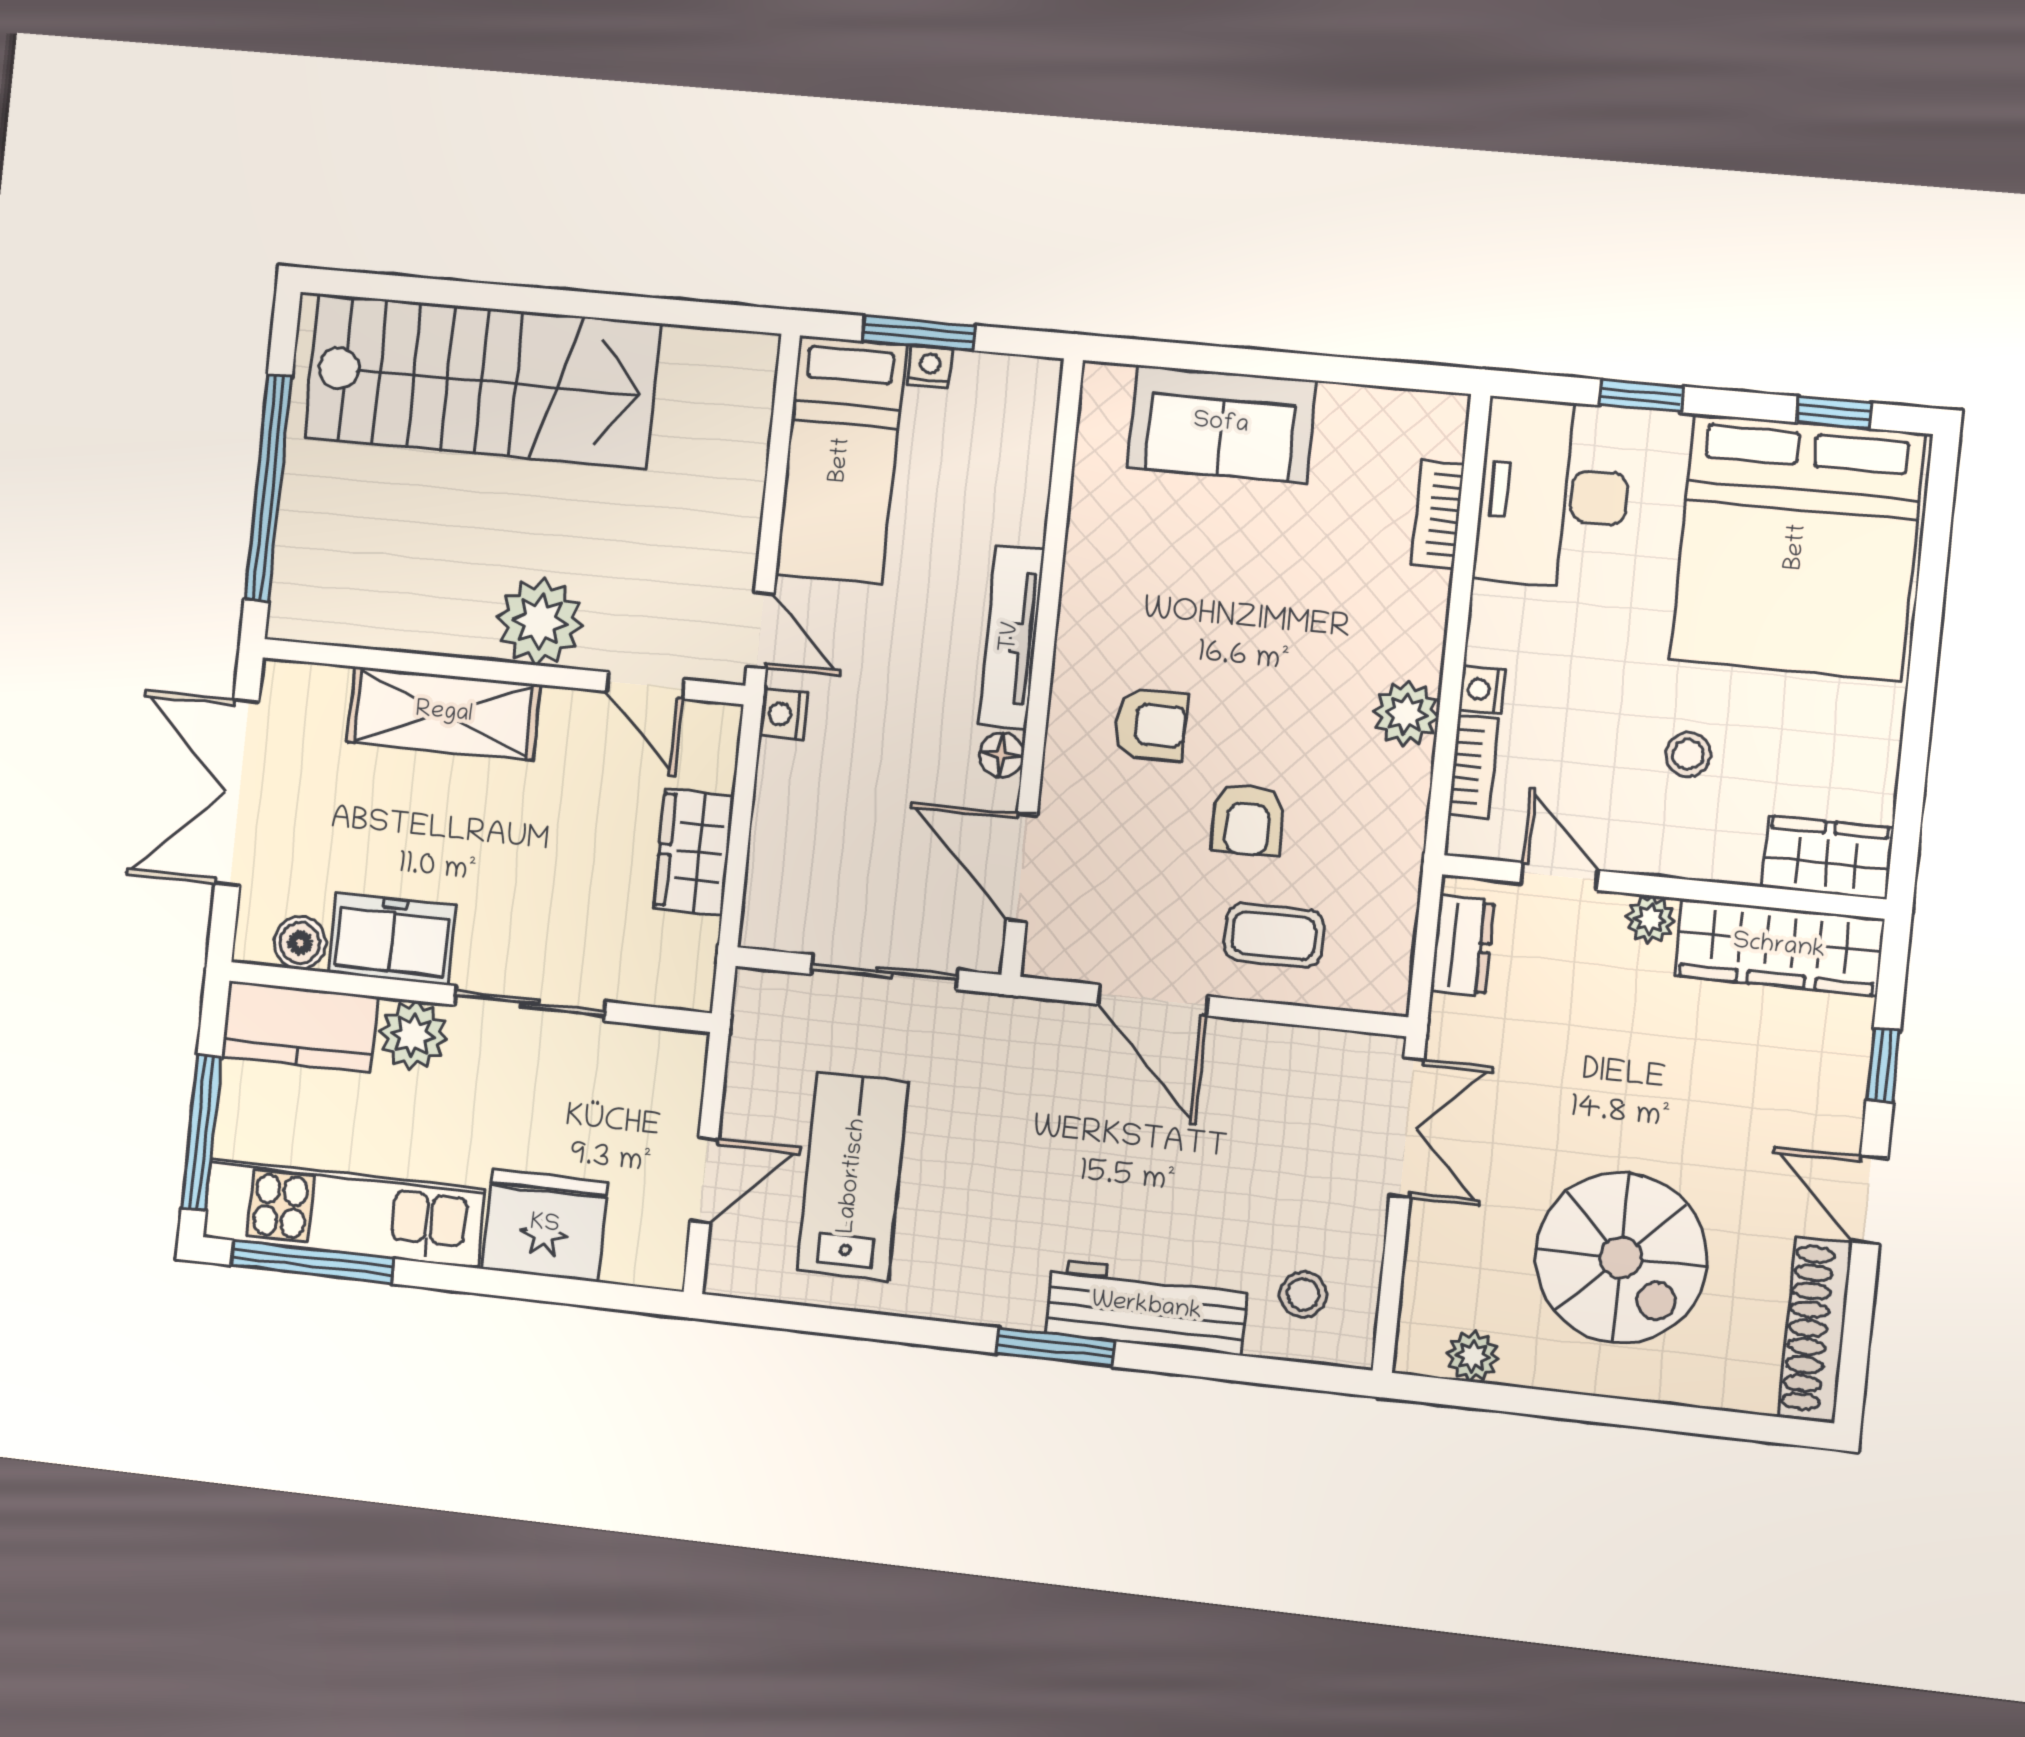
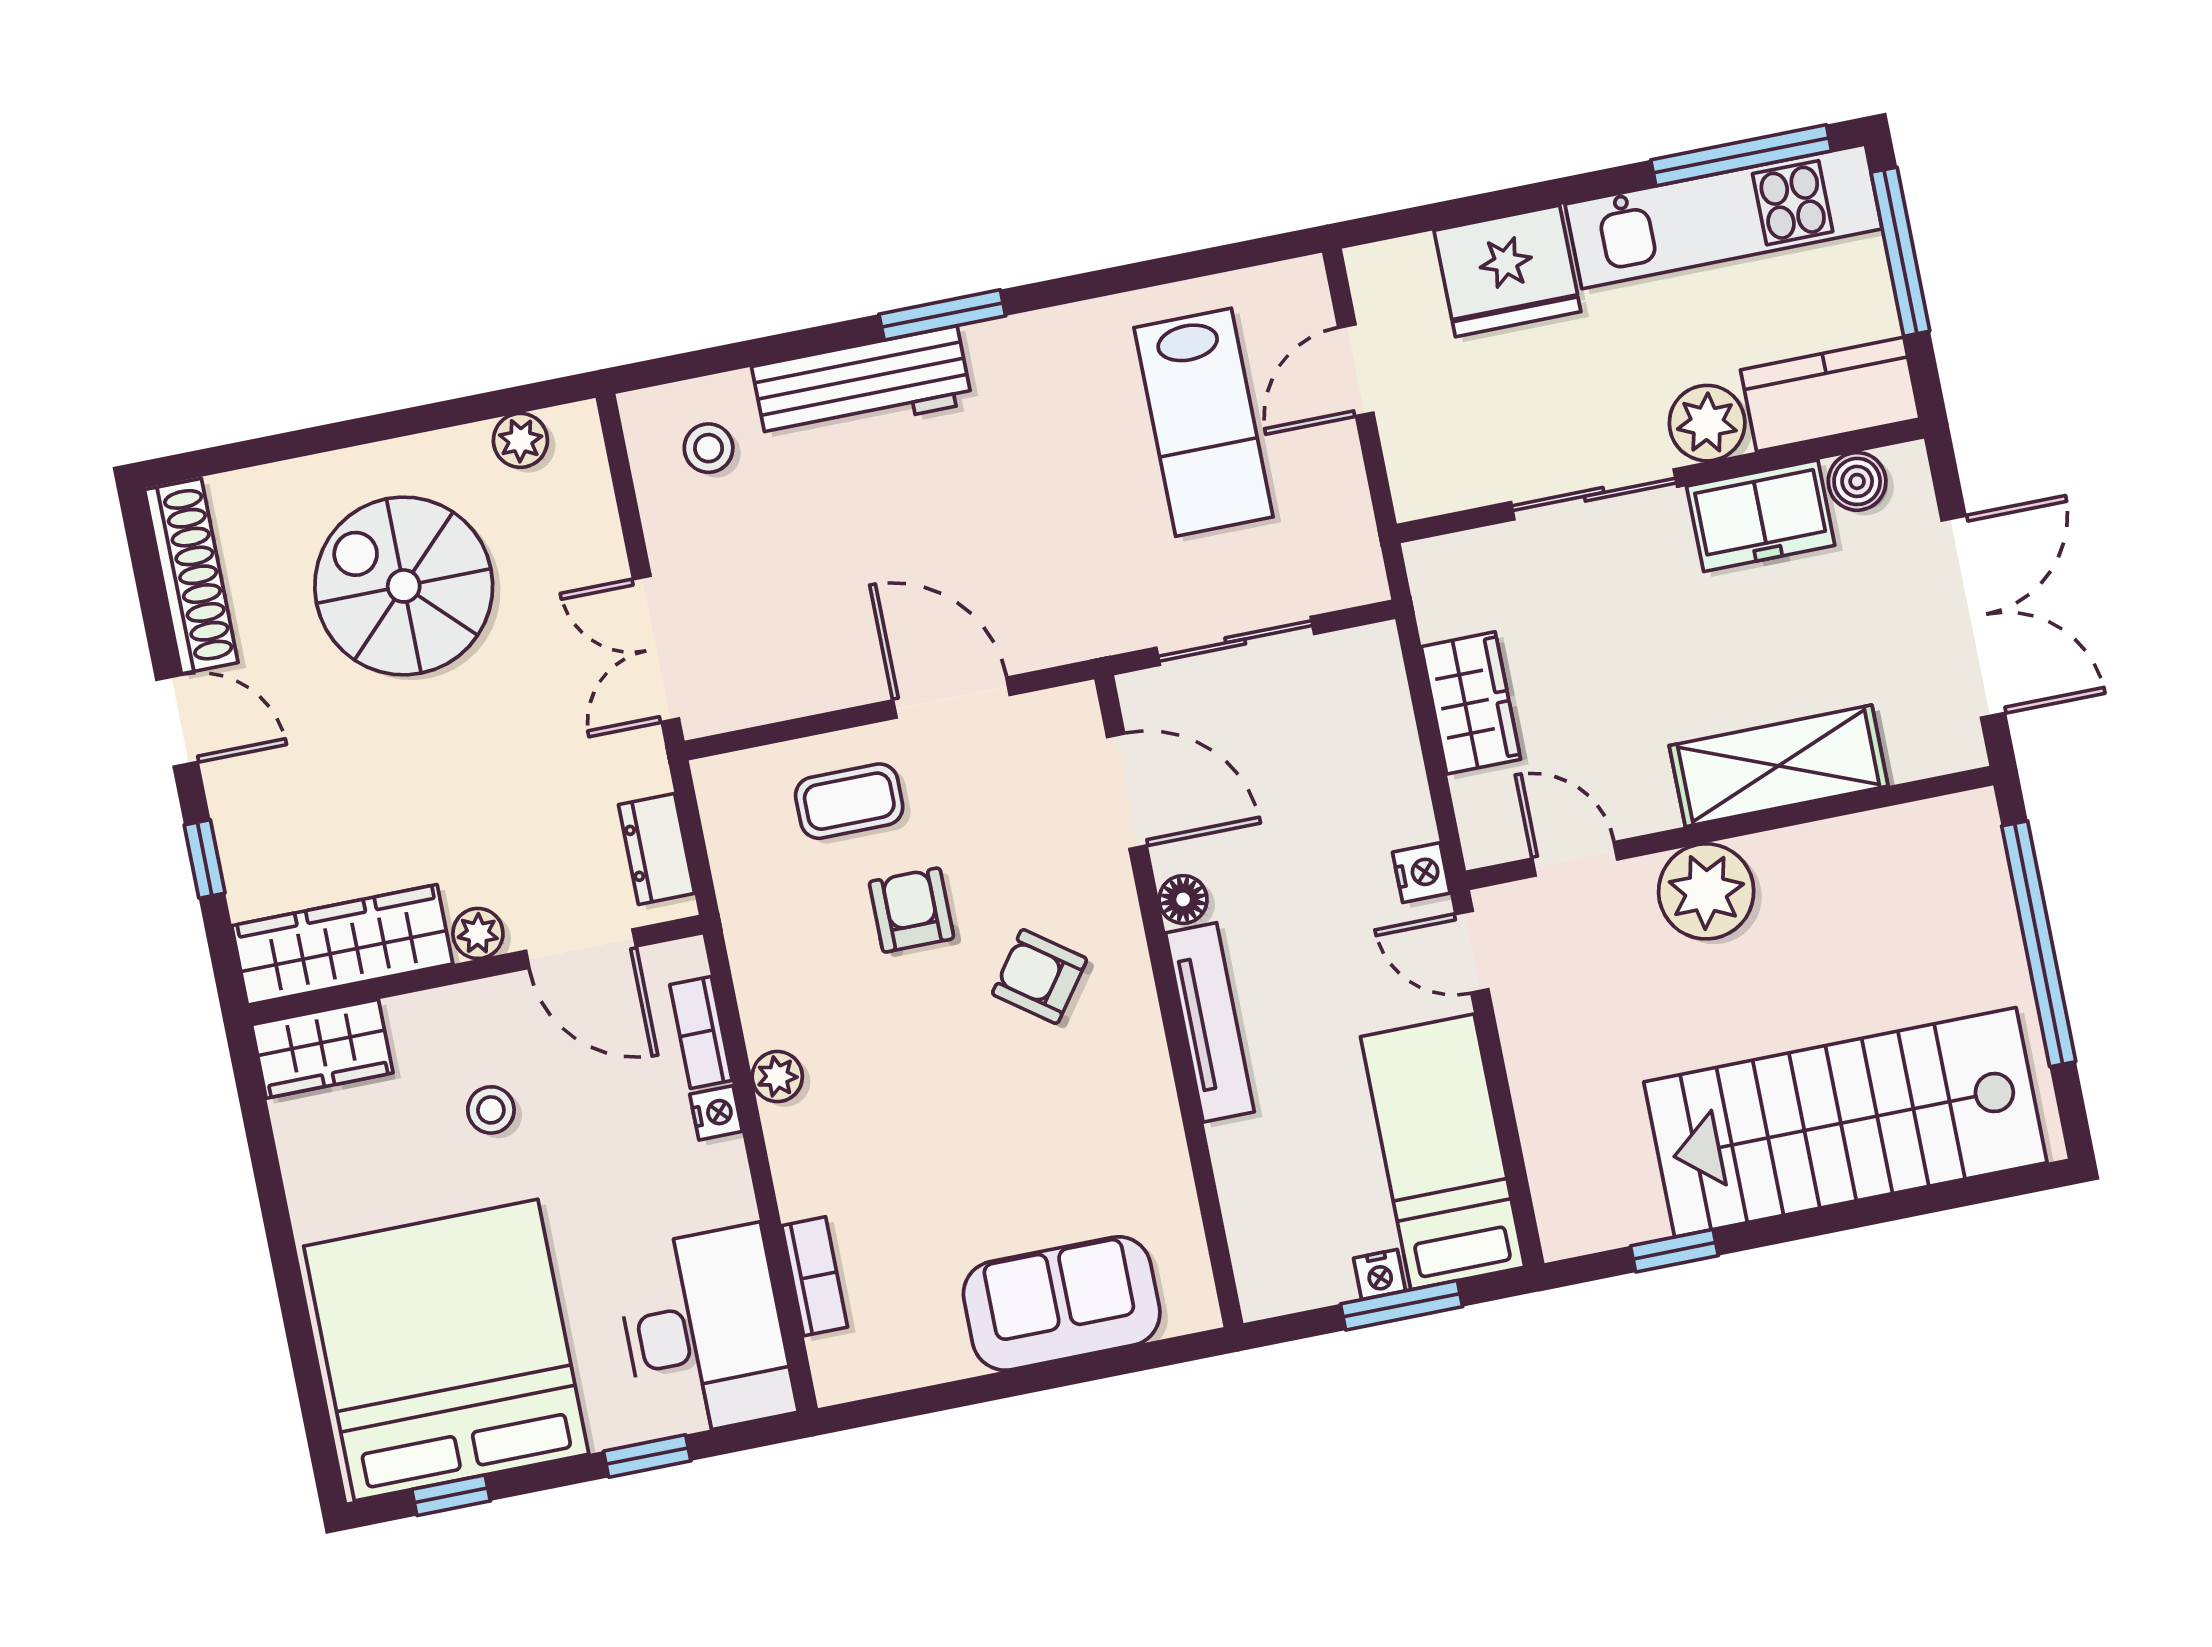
window: (664, 311) -> (1674, 1251), added
plant: (1406, 714) -> (777, 1077), width x0.73, depth x0.73
armchair: (1151, 725) -> (1040, 977), turned 36
door: (1560, 877) -> (581, 949), width x1.38

